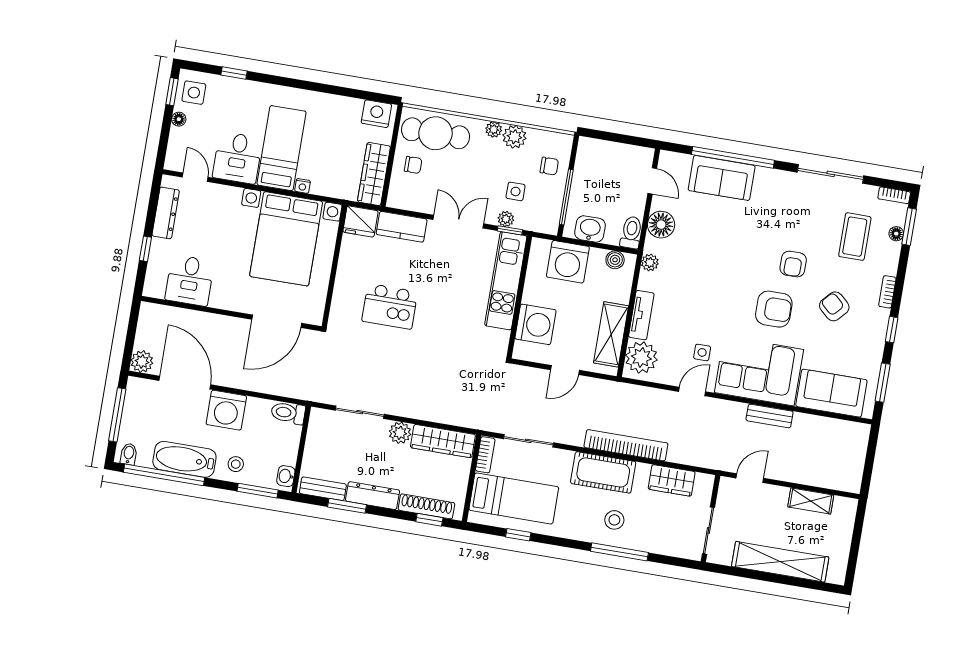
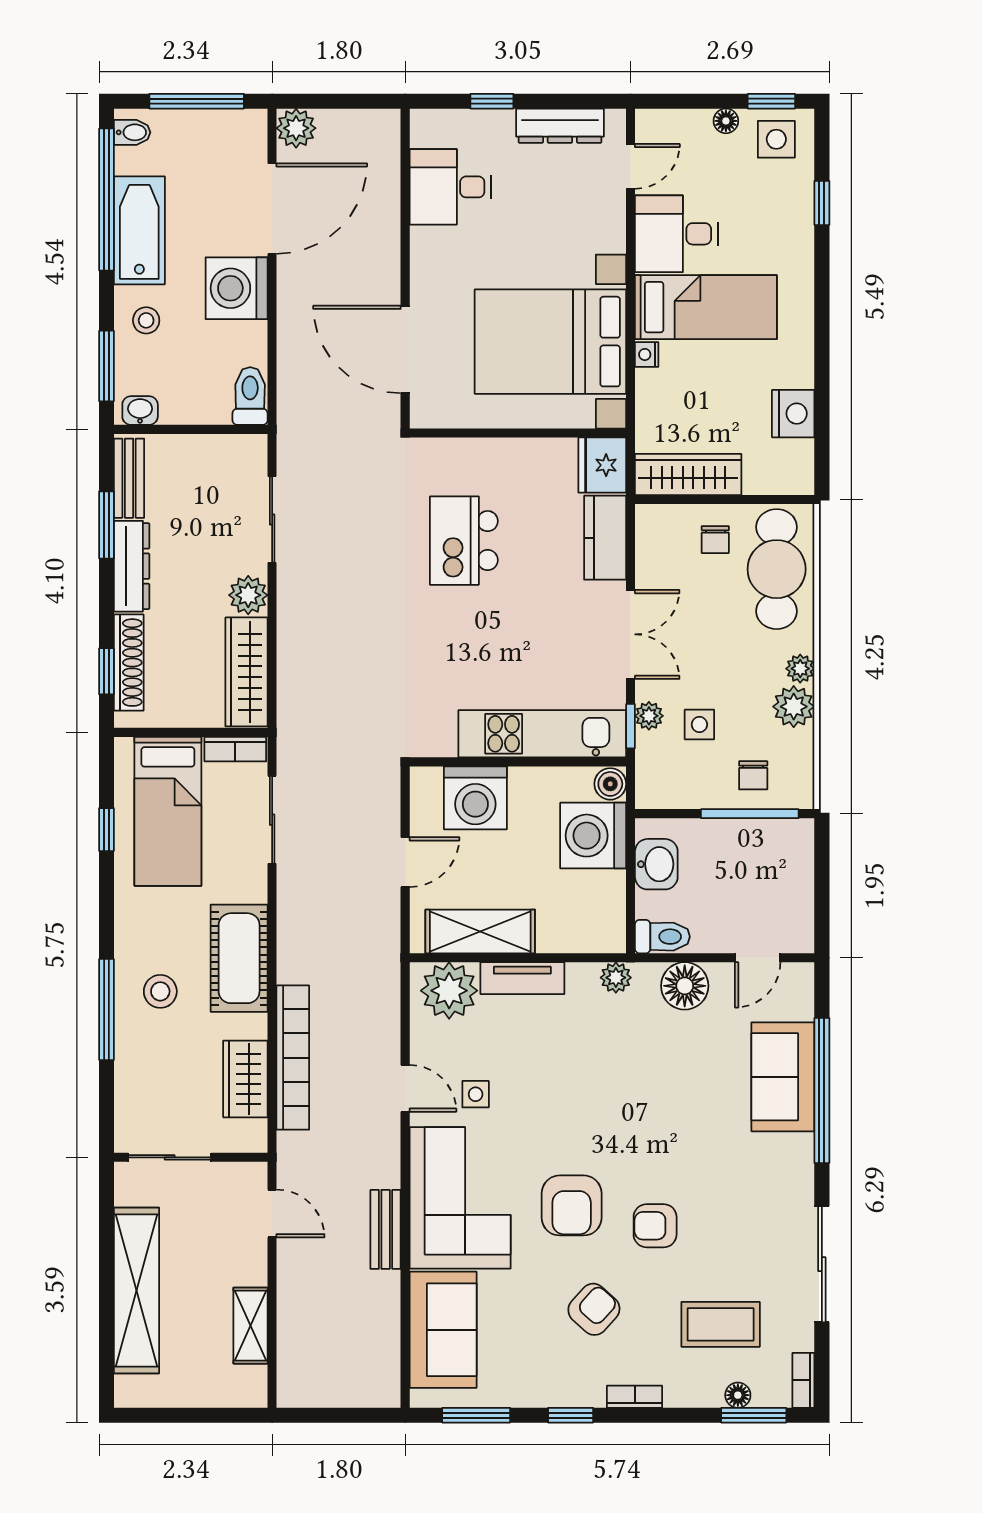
nightstand: (376, 114) -> (793, 414), moved
window: (566, 197) -> (750, 814), moved
boiler: (615, 260) -> (610, 784), moved
door: (565, 370) -> (405, 862), swing flipped
bookcase: (626, 445) -> (293, 1058), moved

